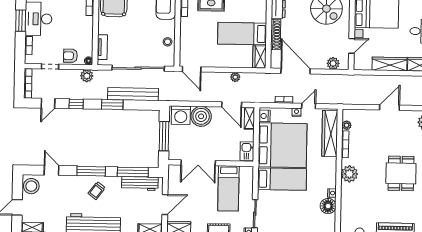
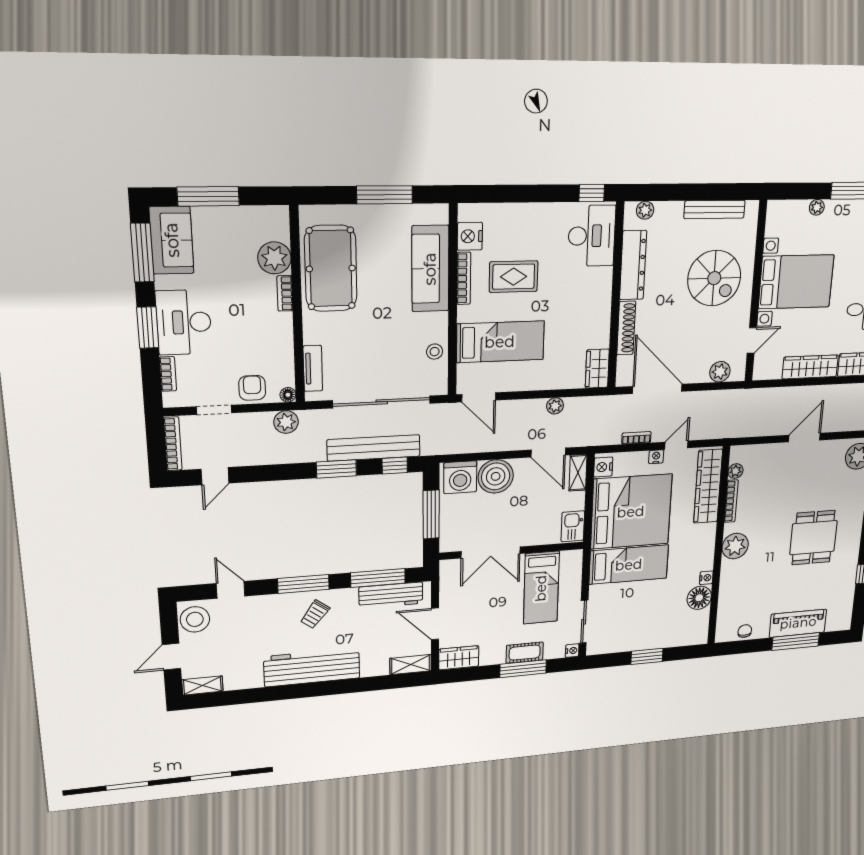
bed: (242, 34) -> (500, 342), moved, turned 180
armchair: (70, 56) -> (252, 388), turned 90
window: (76, 104) -> (395, 466), moved
door: (165, 205) -> (435, 624), swing flipped

